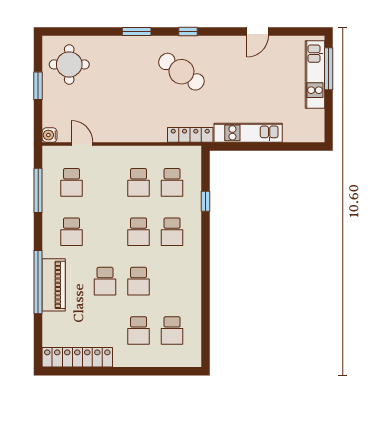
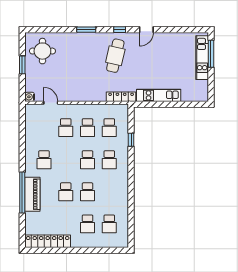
door: (258, 32) -> (146, 30), moved
cafe table: (181, 72) -> (115, 56), turned 68
school desk: (72, 182) -> (66, 128), moved
window: (38, 190) -> (22, 133), removed

